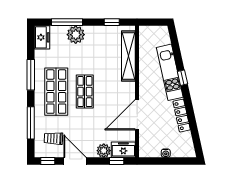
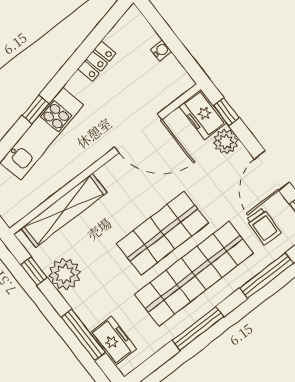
plant: (76, 35) -> (65, 274), moved
freezer: (42, 37) -> (113, 341), moved, turned 90
shop shelf: (56, 92) -> (194, 274), width x1.40
shop shelf: (85, 92) -> (163, 233), width x1.43, depth x1.36
locker: (182, 116) -> (97, 61), width x0.66

